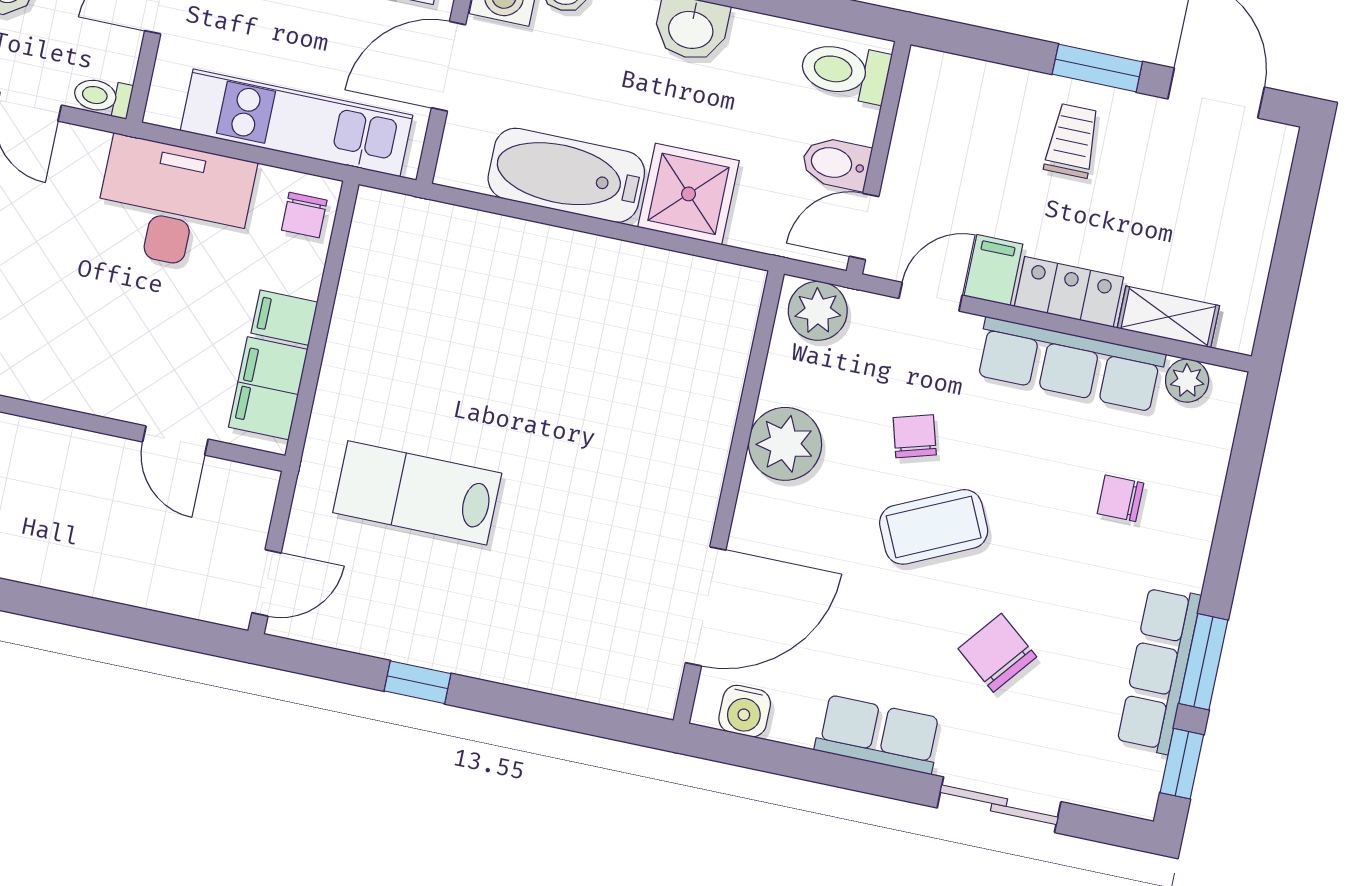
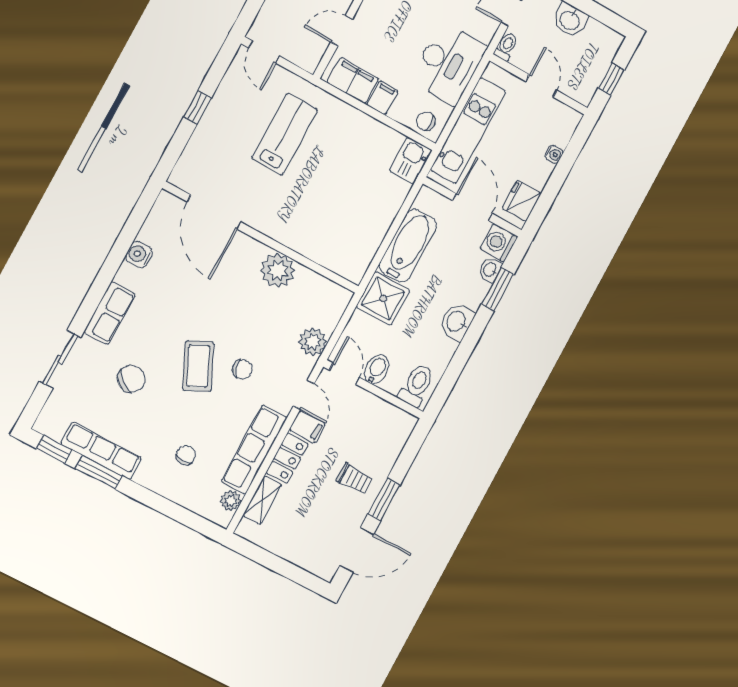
kitchen sink: (393, 222) -> (411, 161), added
plant: (785, 444) -> (278, 271), moved
wall: (729, 497) -> (261, 238), moved
door: (706, 606) -> (214, 212), moved

